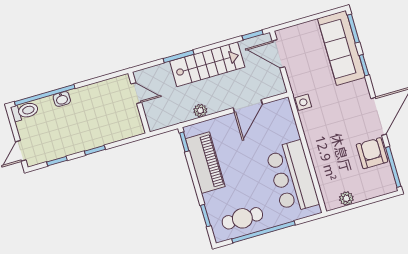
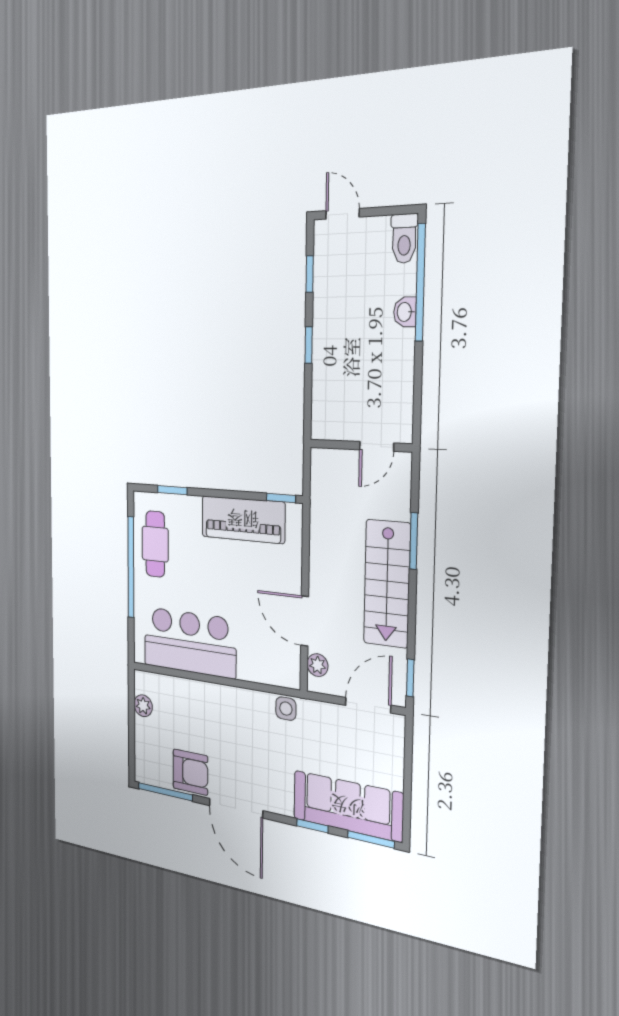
plant: (200, 111) -> (317, 665), moved

